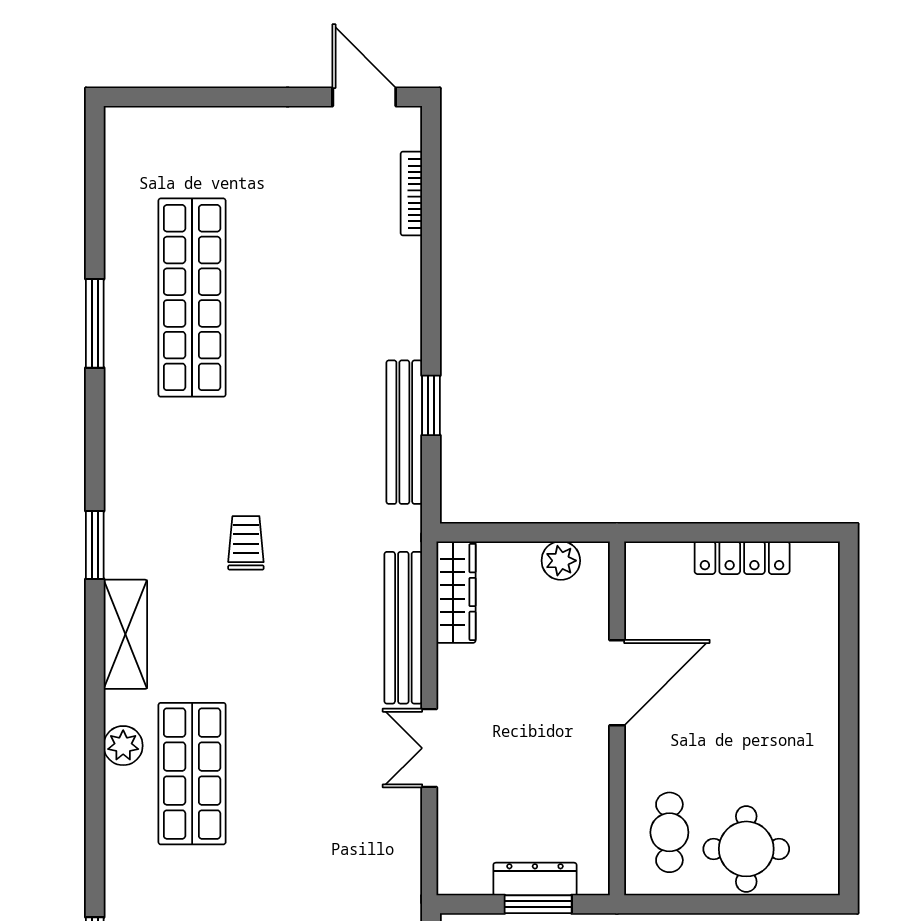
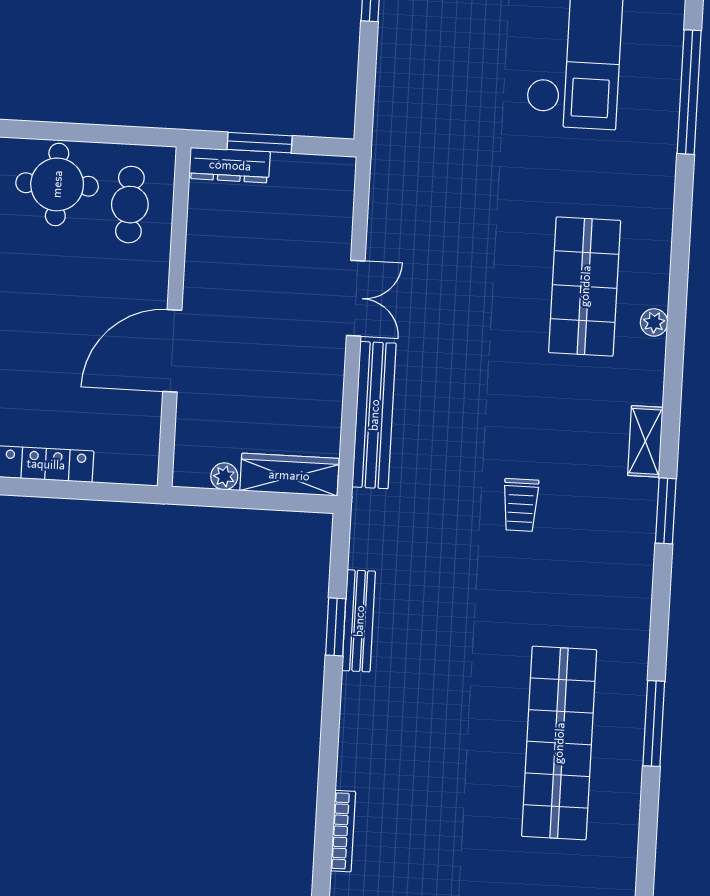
bench: (404, 432) -> (359, 621), width x0.73, depth x0.82
plant: (561, 561) -> (224, 476), width x0.73, depth x0.73
wardrobe: (456, 592) -> (289, 475), moved, turned 90
shelving: (125, 634) -> (645, 441), width x0.67, depth x0.75
plant: (123, 746) -> (654, 322), width x0.73, depth x0.73
dresser: (535, 879) -> (230, 165), moved

